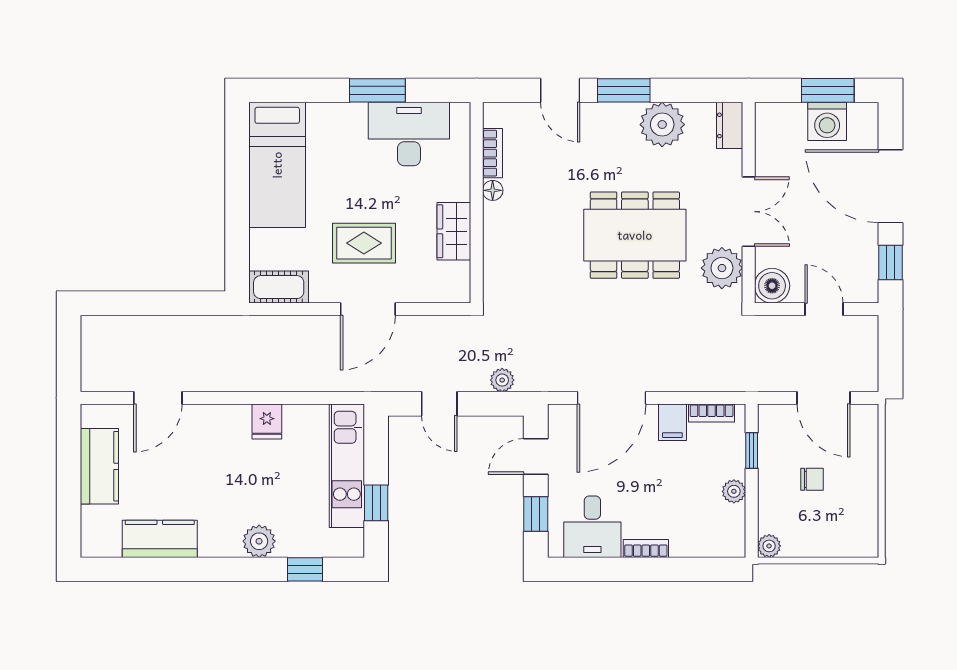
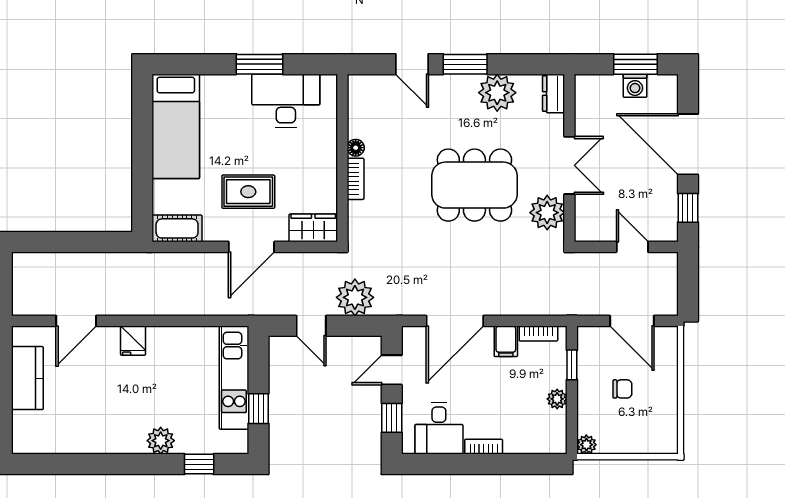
washing machine: (827, 121) -> (635, 86), width x0.73, depth x0.73
bookcase: (492, 153) -> (356, 179), moved
wardrobe: (454, 231) -> (313, 228), moved, turned 90
boiler: (772, 286) -> (589, 227), removed
plant: (502, 380) -> (355, 297), width x1.88, depth x1.88
fridge: (267, 421) -> (133, 341), moved
kitchen counter: (160, 539) -> (78, 439), removed

